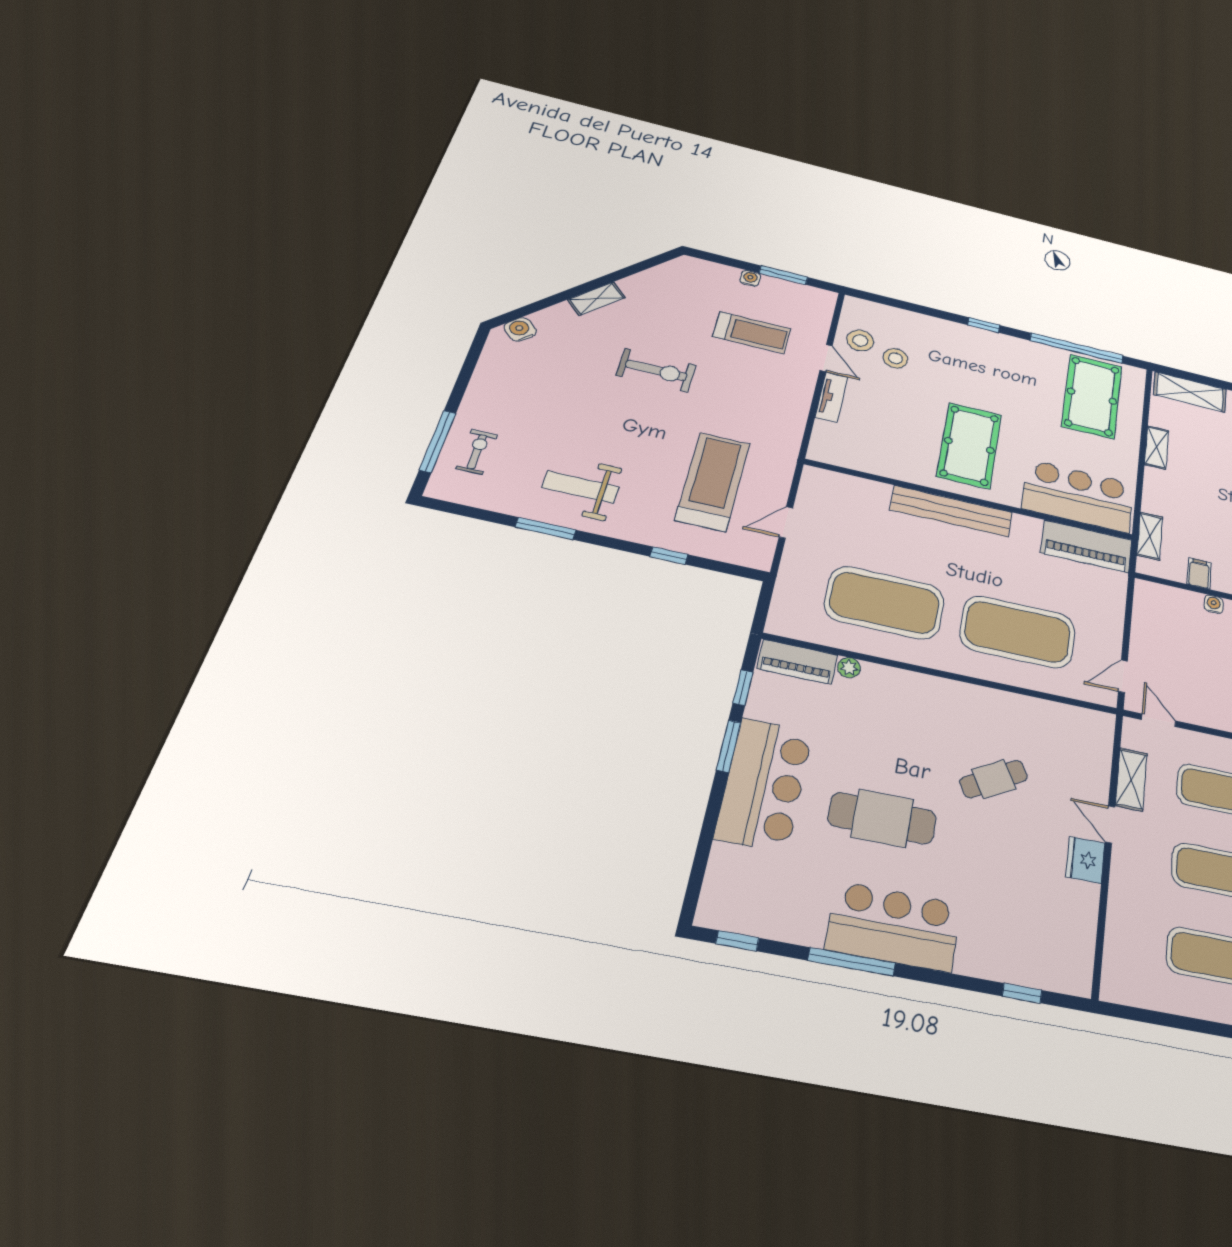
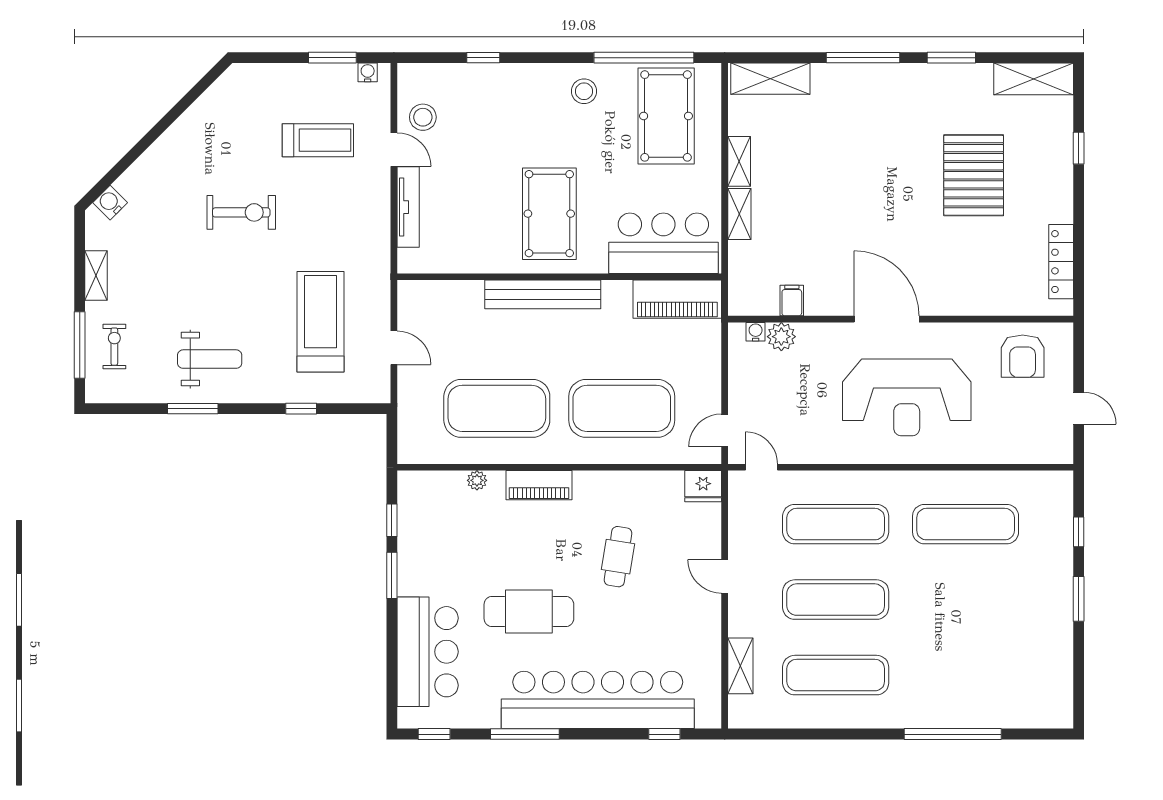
water cooler: (750, 278) -> (368, 72), moved
shelving: (597, 299) -> (96, 276), moved, turned -45
window: (984, 325) -> (483, 58), moved
stool: (895, 358) -> (584, 91), moved
tv unit: (832, 397) -> (408, 207), width x1.41
weight bench: (580, 487) -> (210, 359), turned 180
door: (786, 522) -> (394, 348), swing flipped
shelving: (1150, 536) -> (739, 214), moved
plant: (1187, 603) -> (781, 337), added
water cooler: (1214, 604) -> (756, 332), moved
piano: (797, 662) -> (539, 485), moved
cafe table: (994, 779) -> (618, 557), turned -51
shelving: (1131, 779) -> (740, 666), moved
bar counter: (764, 784) -> (428, 652), moved
fridge: (1085, 860) -> (703, 486), moved, turned -90
bar counter: (894, 926) -> (598, 700), width x1.86

